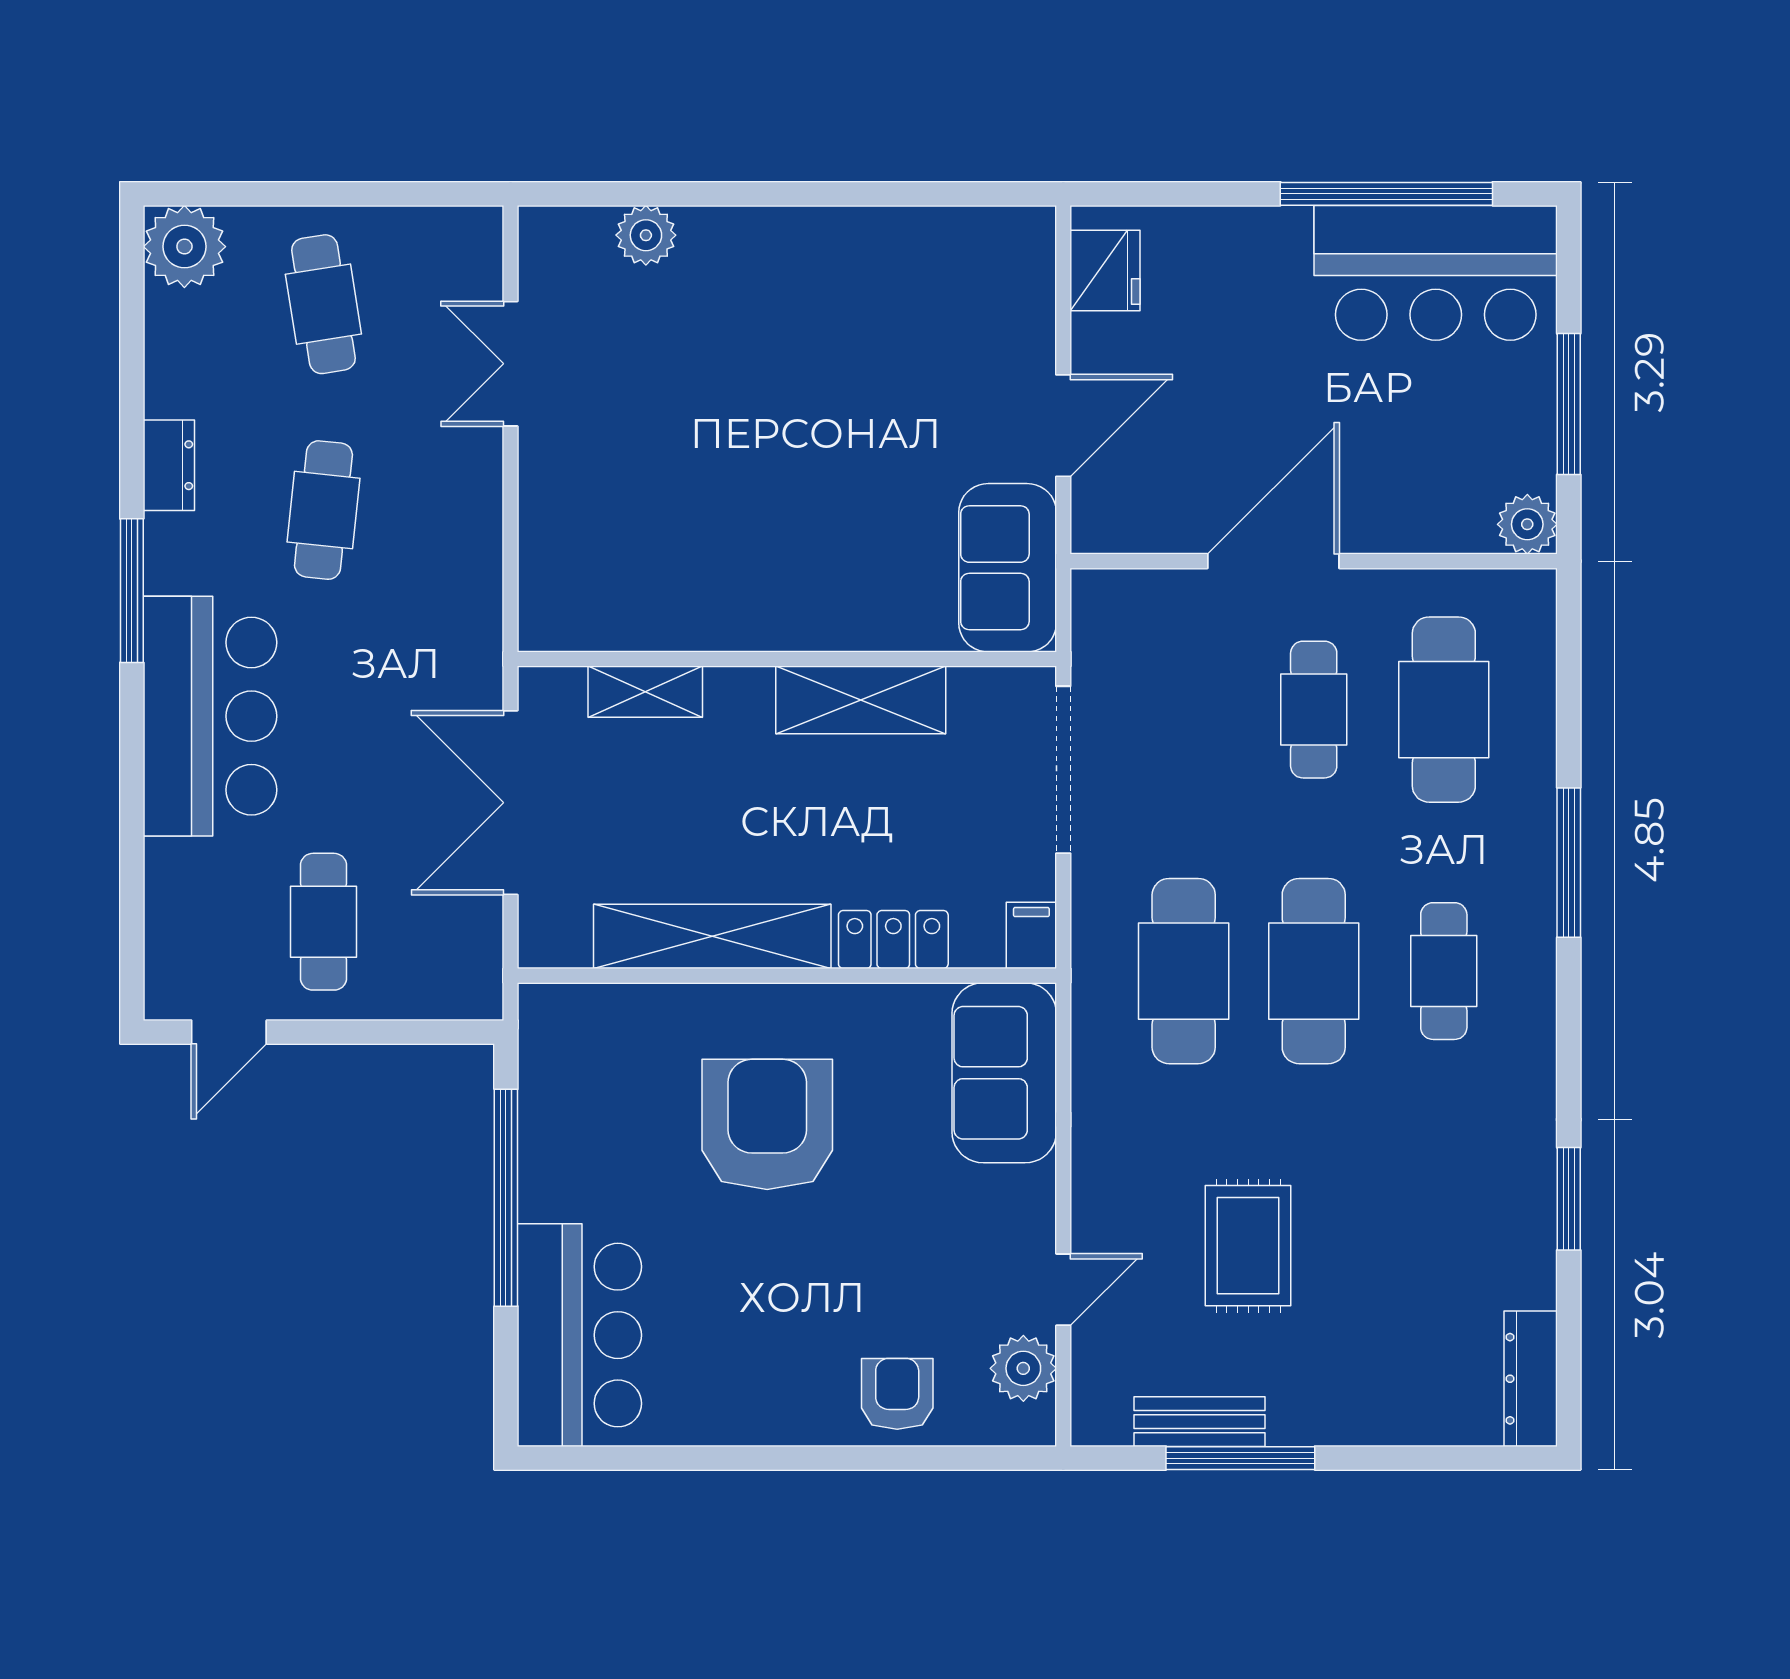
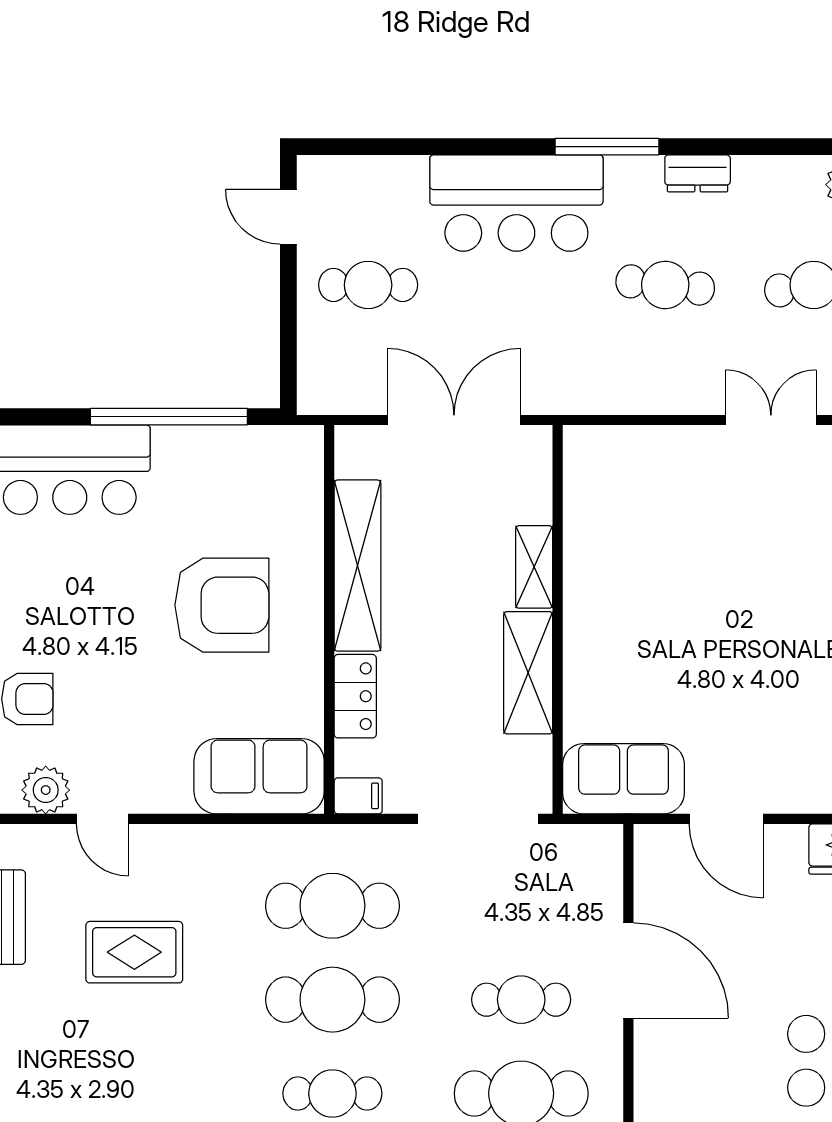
shelving: (645, 692) -> (534, 567), moved

